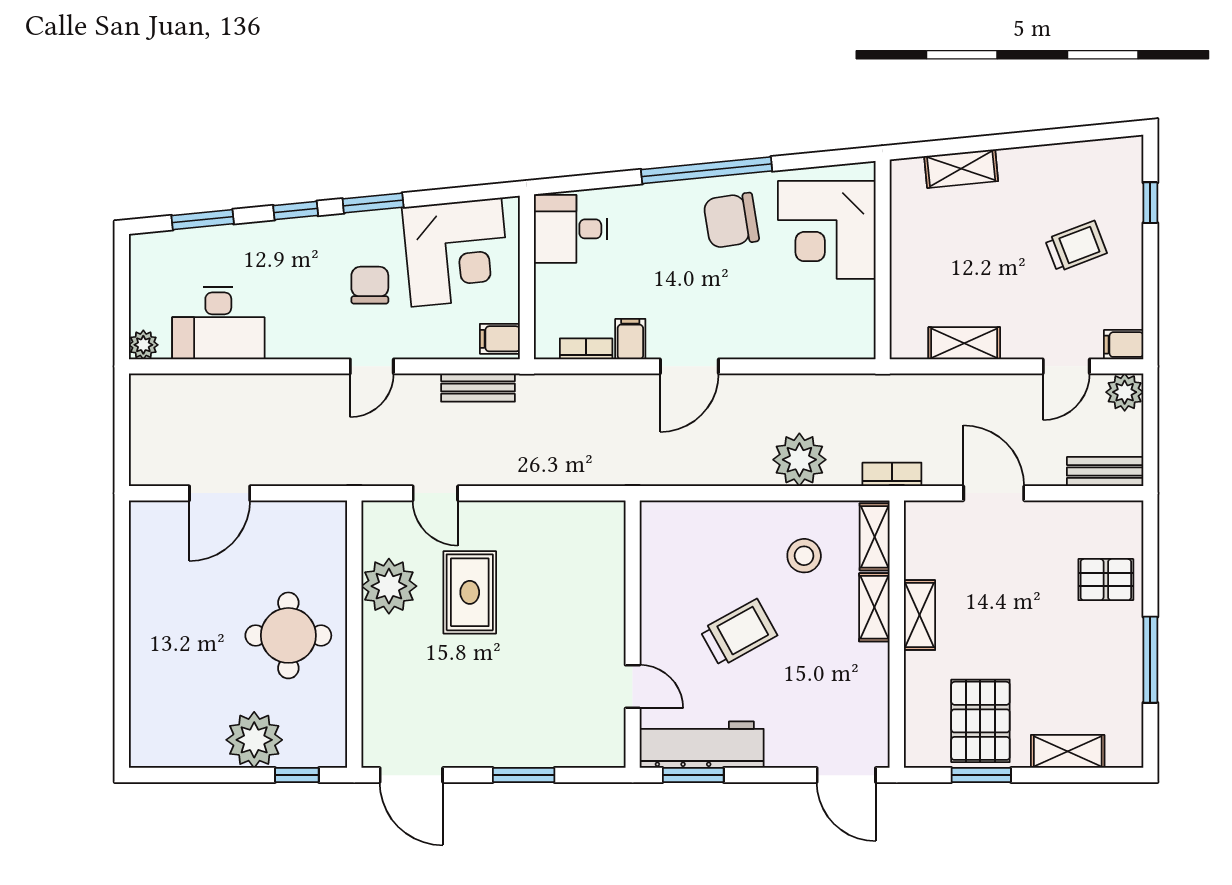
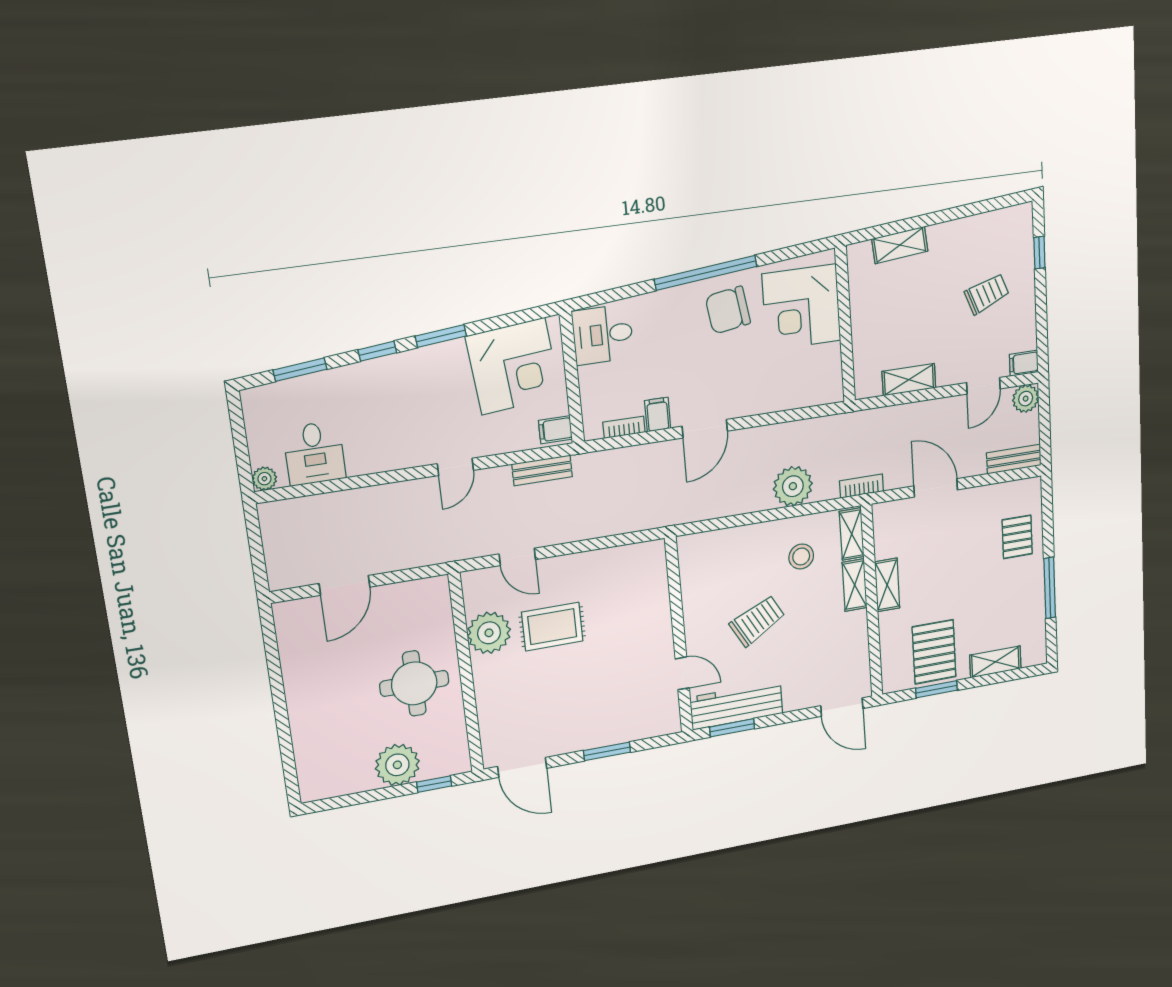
chair: (370, 285) -> (446, 403), removed
desk: (218, 323) -> (314, 453), width x0.73
pallet: (1106, 580) -> (1017, 537), turned 90
rug: (470, 592) -> (552, 627), turned 90

